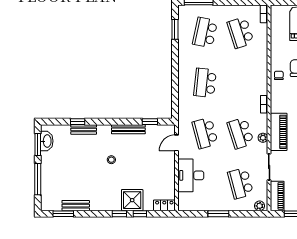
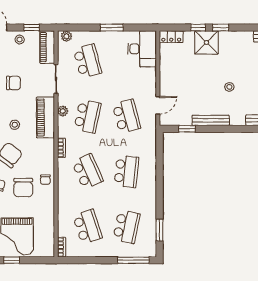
school desk: (240, 83) -> (87, 171), added
school desk: (240, 133) -> (87, 116), turned 30
desk: (191, 175) -> (142, 49), moved

